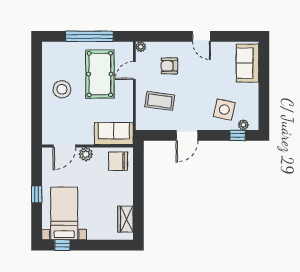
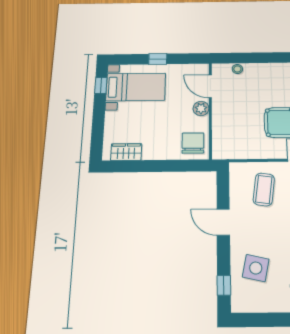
stool: (62, 89) -> (237, 69), moved, width x0.53, depth x0.53
plant: (243, 125) -> (237, 293), removed
sofa: (114, 134) -> (225, 138), removed

